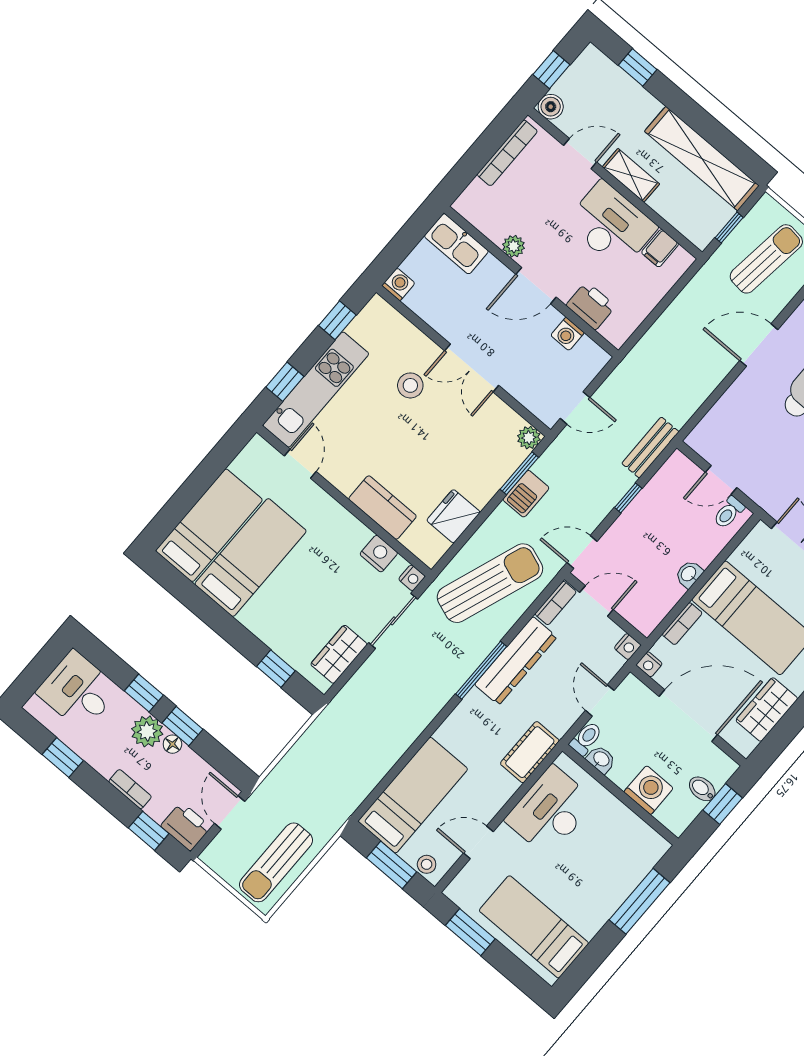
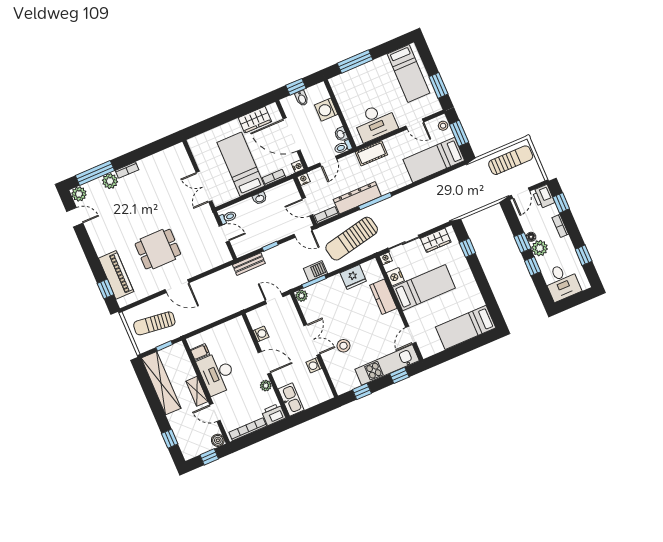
washing machine: (398, 284) -> (314, 365), moved
printer: (591, 306) -> (273, 414), moved, turned 90
bed: (251, 557) -> (424, 288), moved, turned 180
sun lounger: (490, 583) -> (352, 239), turned -32

